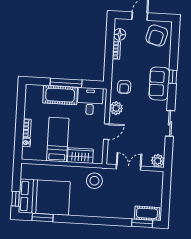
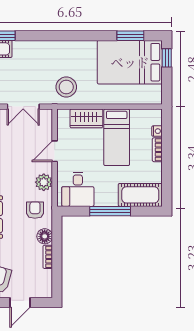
floor lamp: (120, 34) -> (45, 236), moved
cot: (60, 95) -> (140, 195), moved

